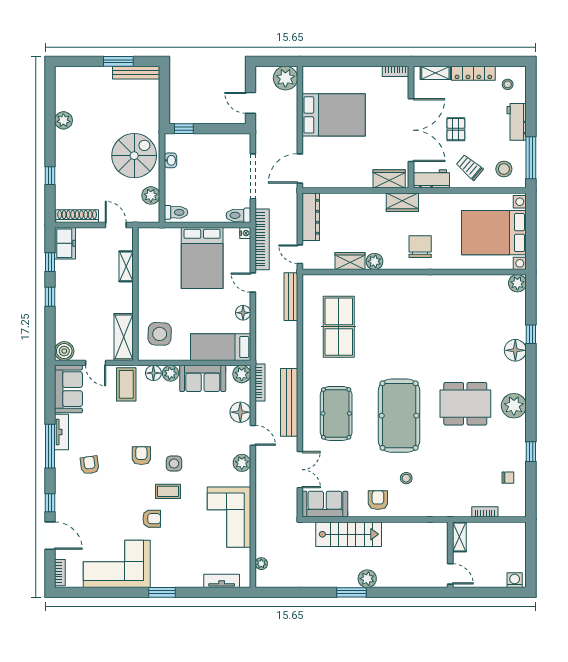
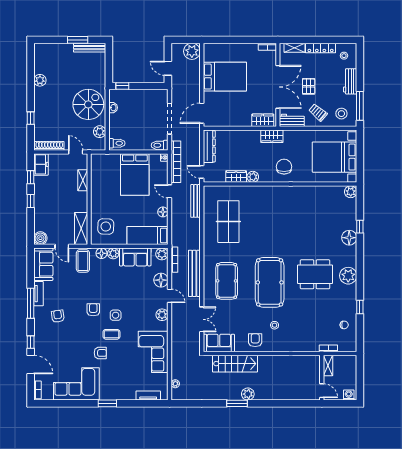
shelving: (459, 537) -> (328, 365), moved
wall: (450, 555) -> (322, 378), moved
door: (450, 574) -> (322, 391), moved

